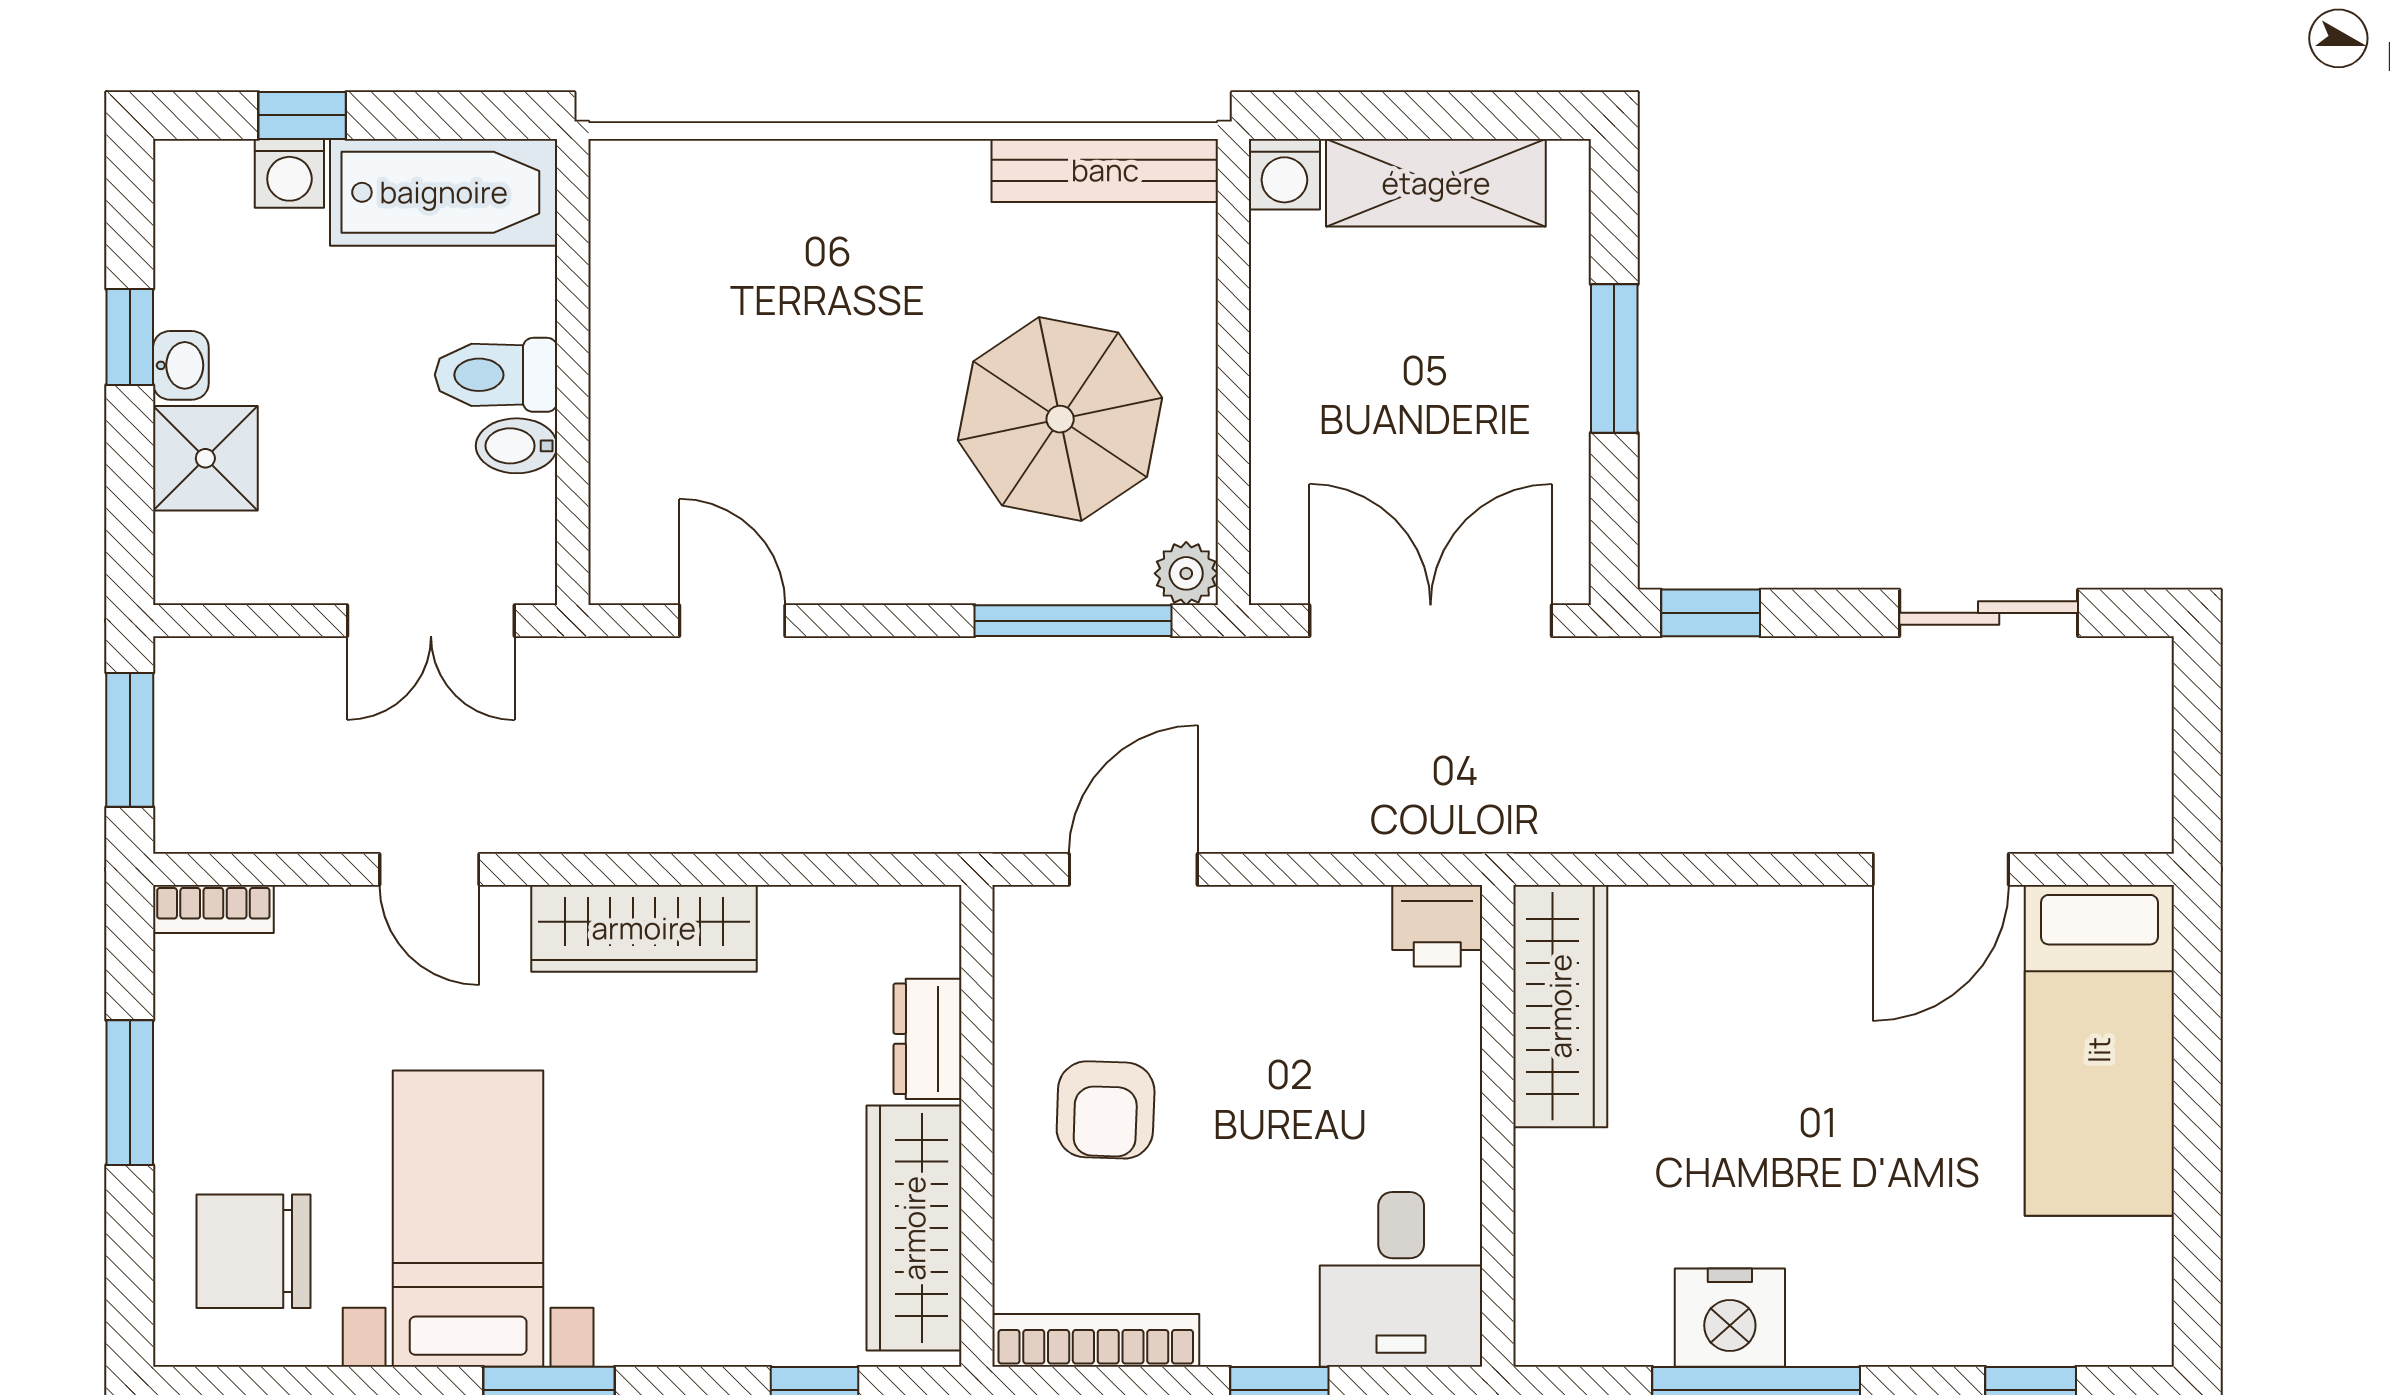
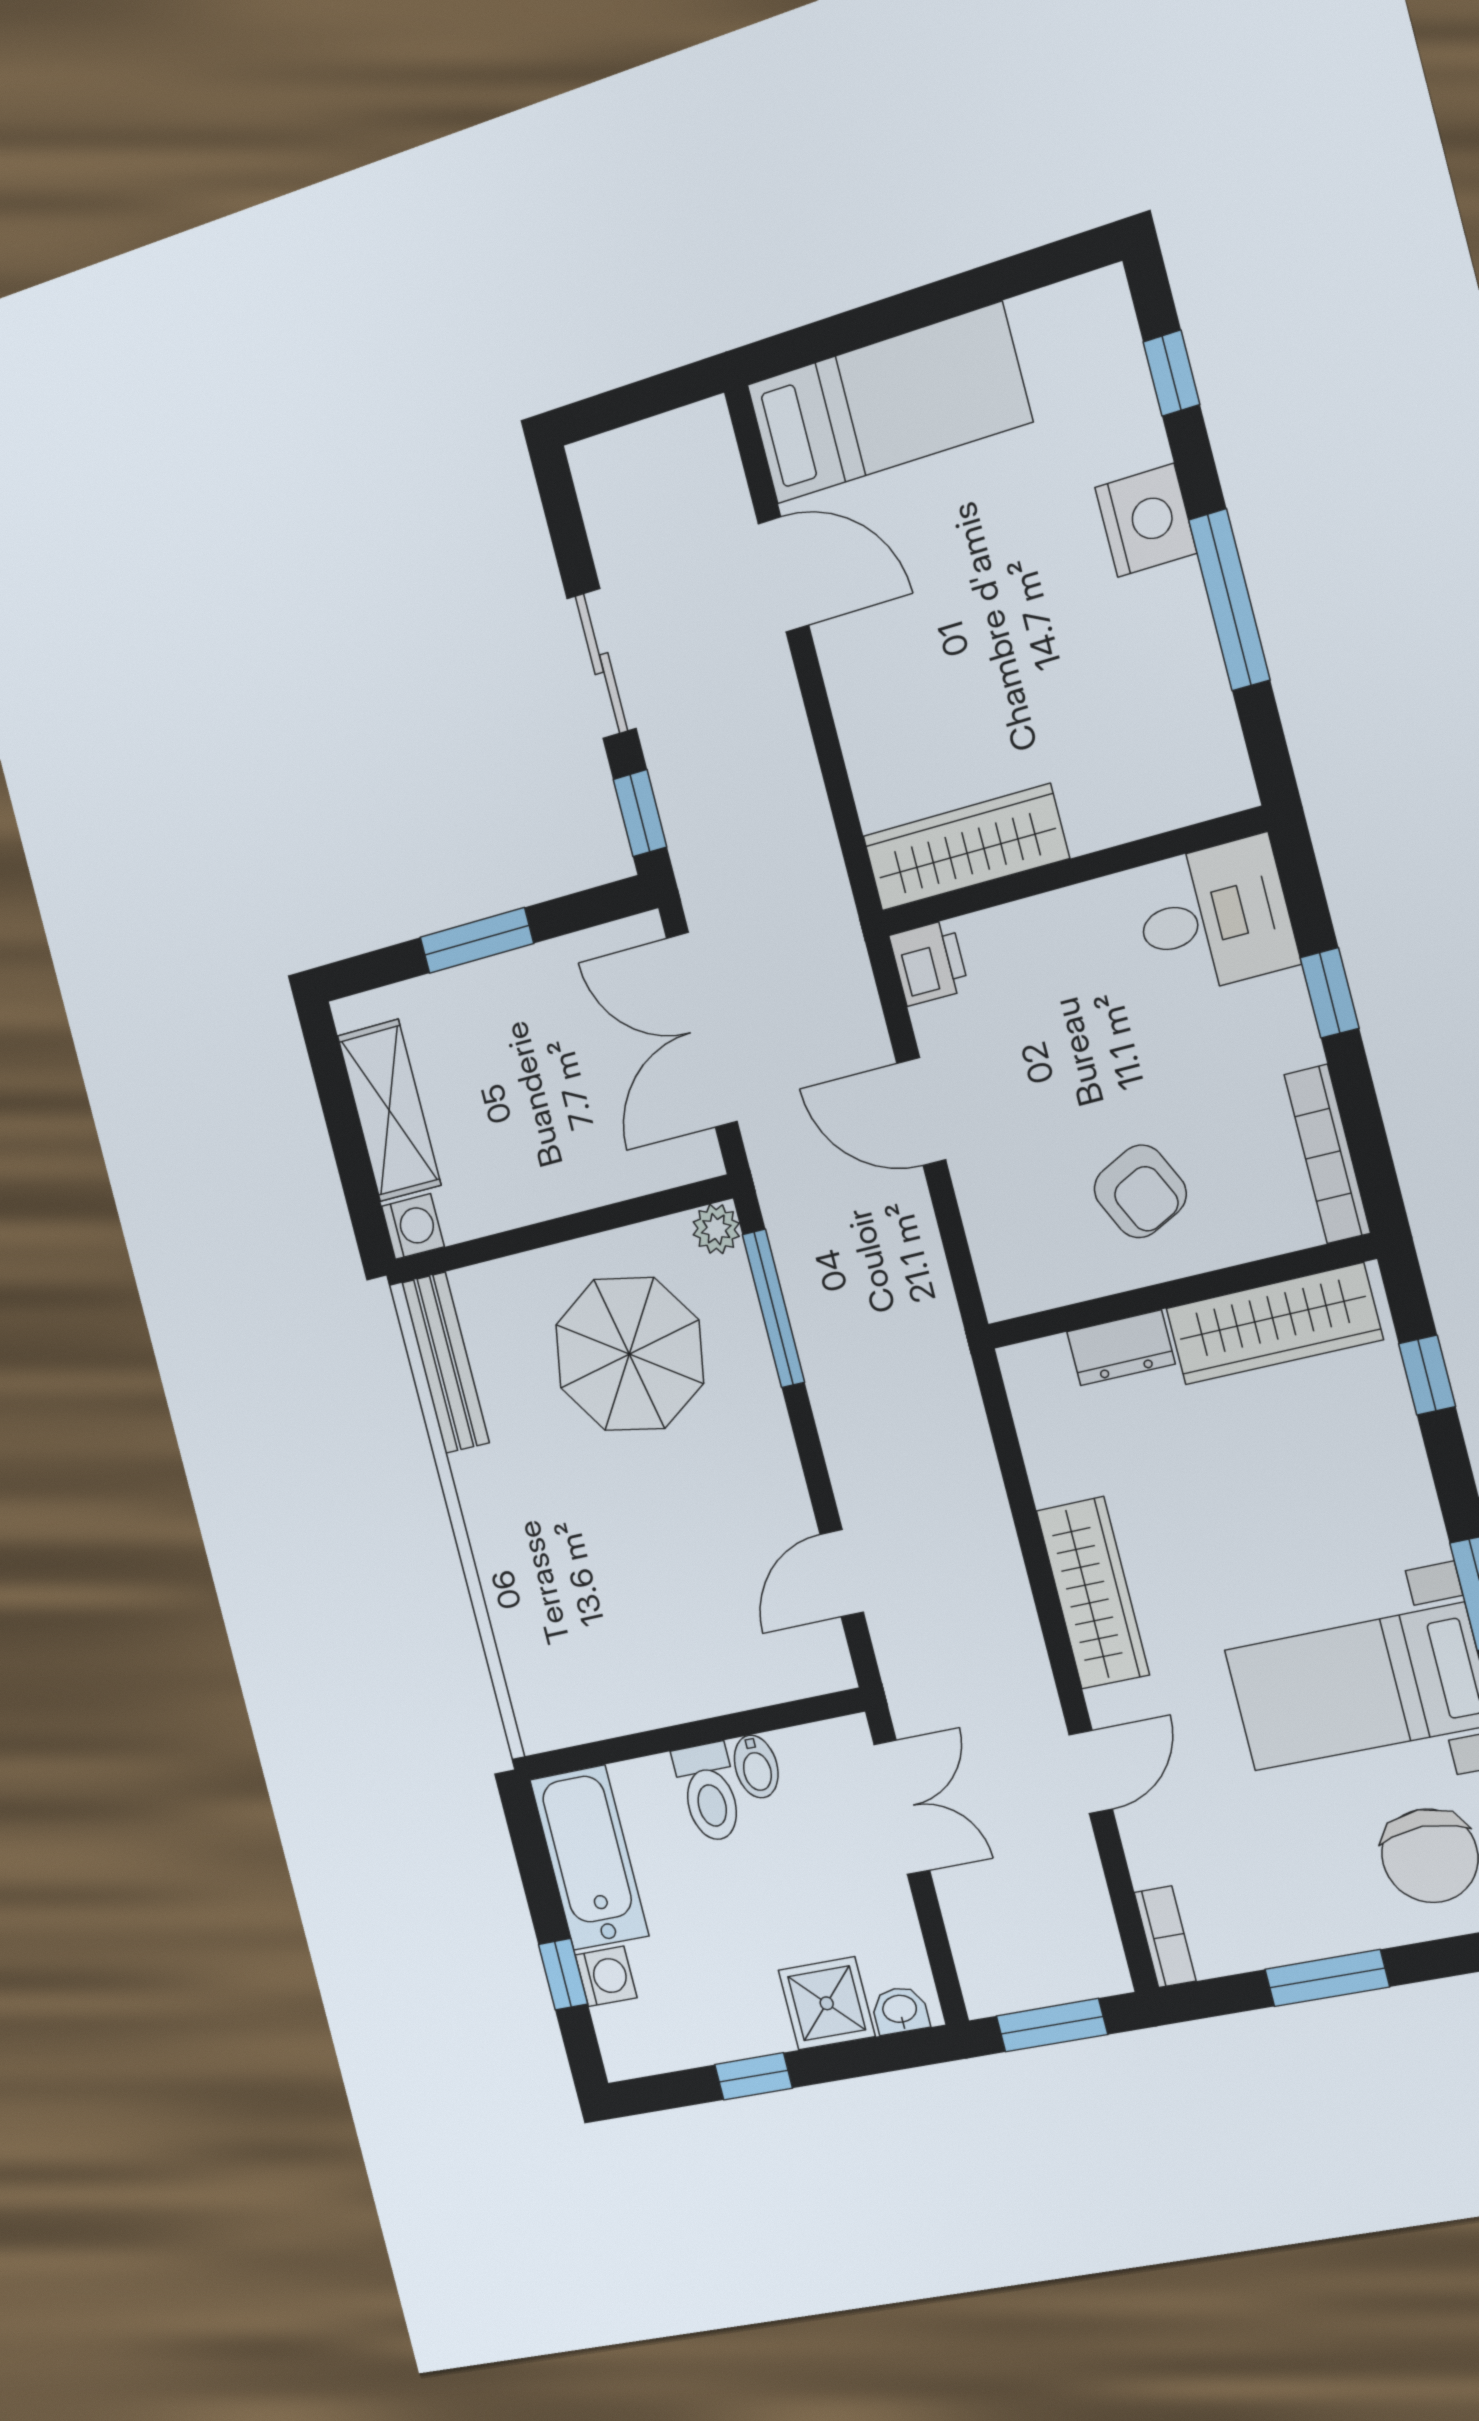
washbasin: (181, 365) -> (900, 2010), moved
sliding door: (1989, 613) -> (602, 664), moved
door: (1133, 869) -> (921, 1112), moved
armchair: (1106, 1110) -> (1140, 1191), turned 62
nightstand: (1730, 1318) -> (1146, 520), moved

